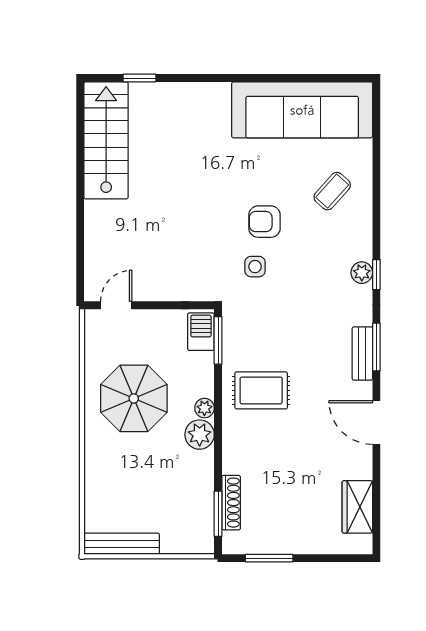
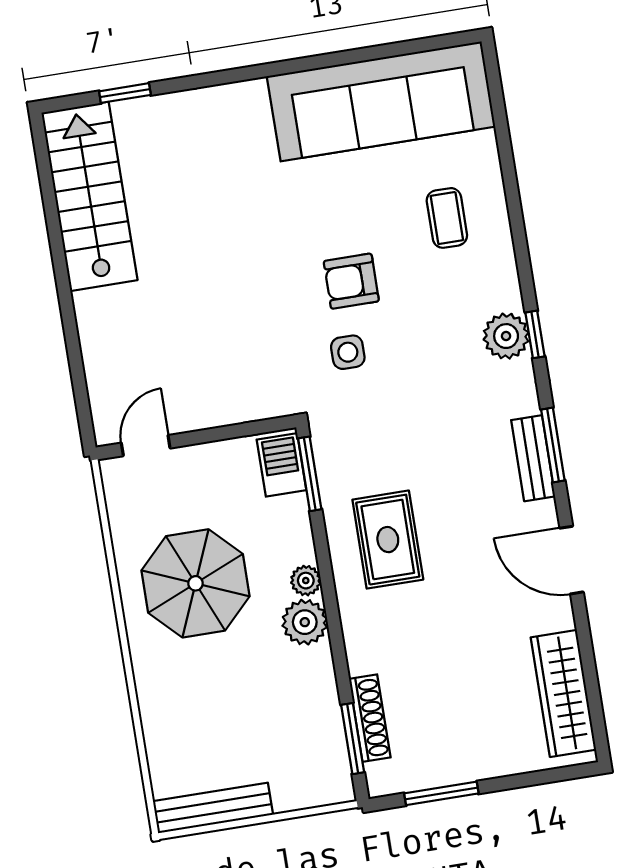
coffee table: (332, 191) -> (447, 218), turned -42
plant: (362, 273) -> (506, 336), width x1.38, depth x1.38
rug: (261, 390) -> (388, 540), turned 90
wardrobe: (357, 507) -> (563, 694), width x1.50

